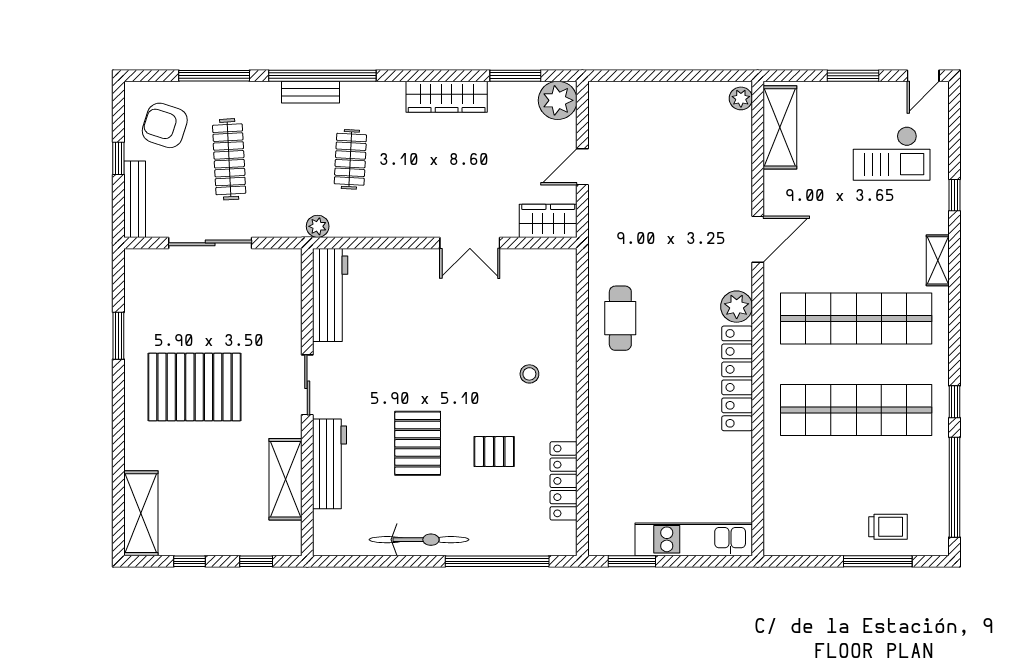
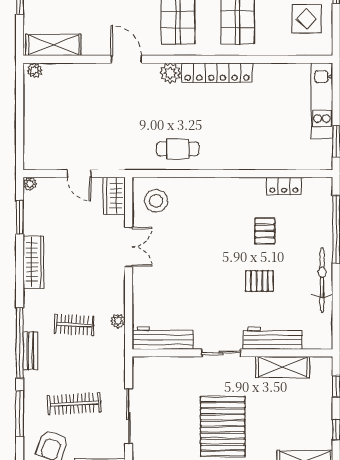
plant: (558, 100) -> (30, 184), width x0.53, depth x0.53
plant: (318, 226) -> (118, 321), moved
stool: (529, 374) -> (156, 201), moved, width x1.89, depth x1.89
pallet: (418, 443) -> (259, 281), width x0.67, depth x0.71
locker: (564, 481) -> (284, 186), width x0.66
display table: (820, 516) -> (307, 19), added

